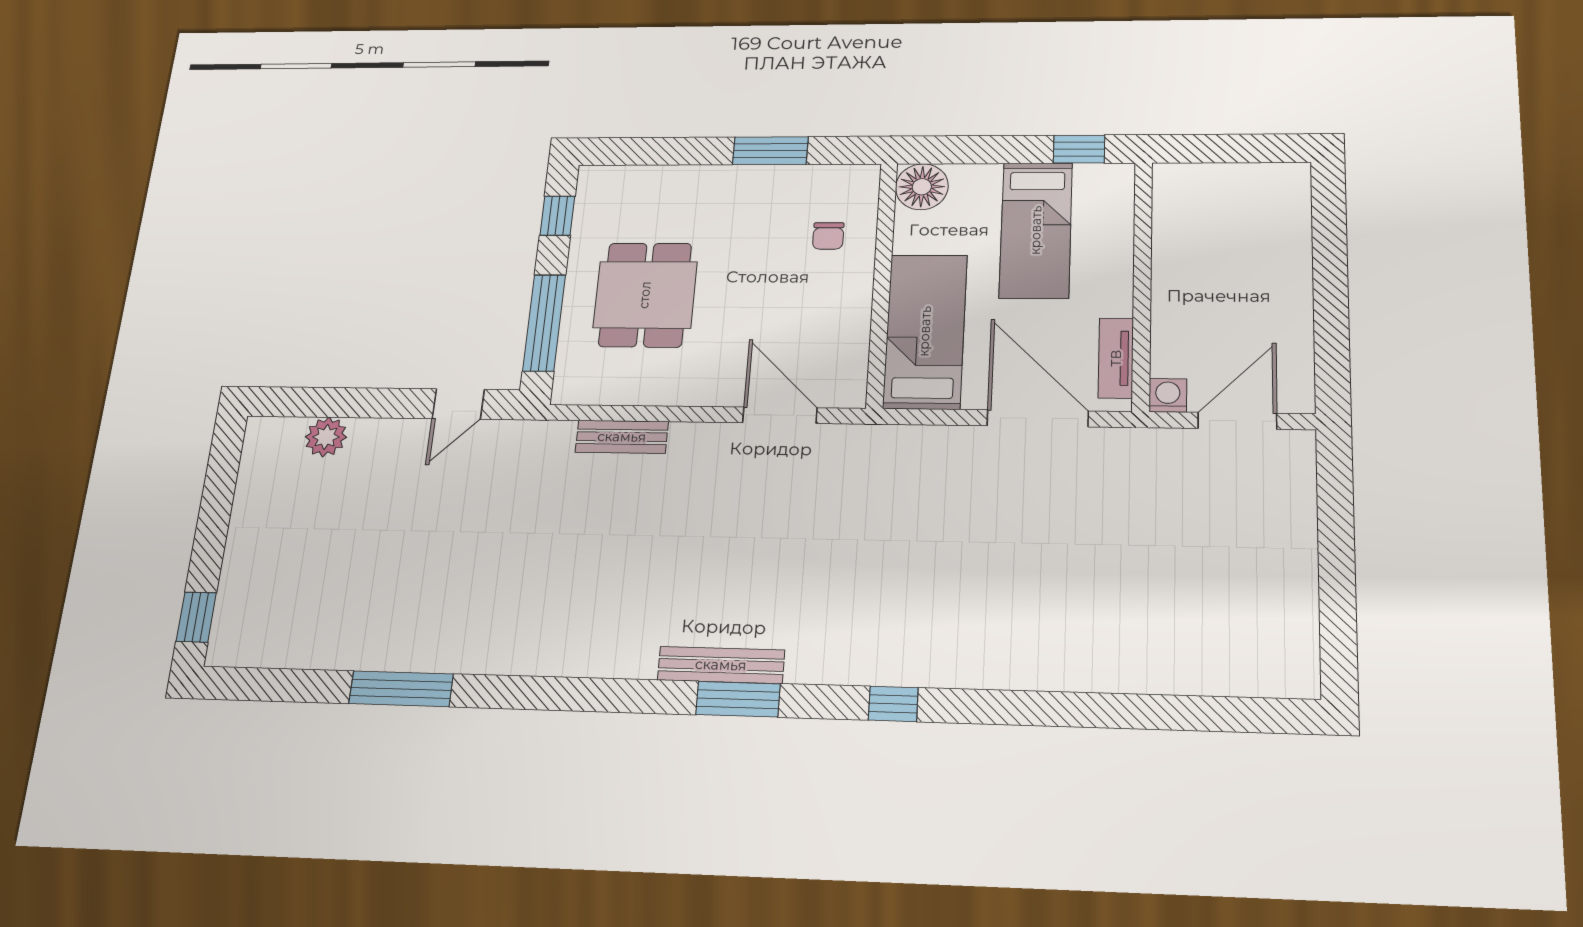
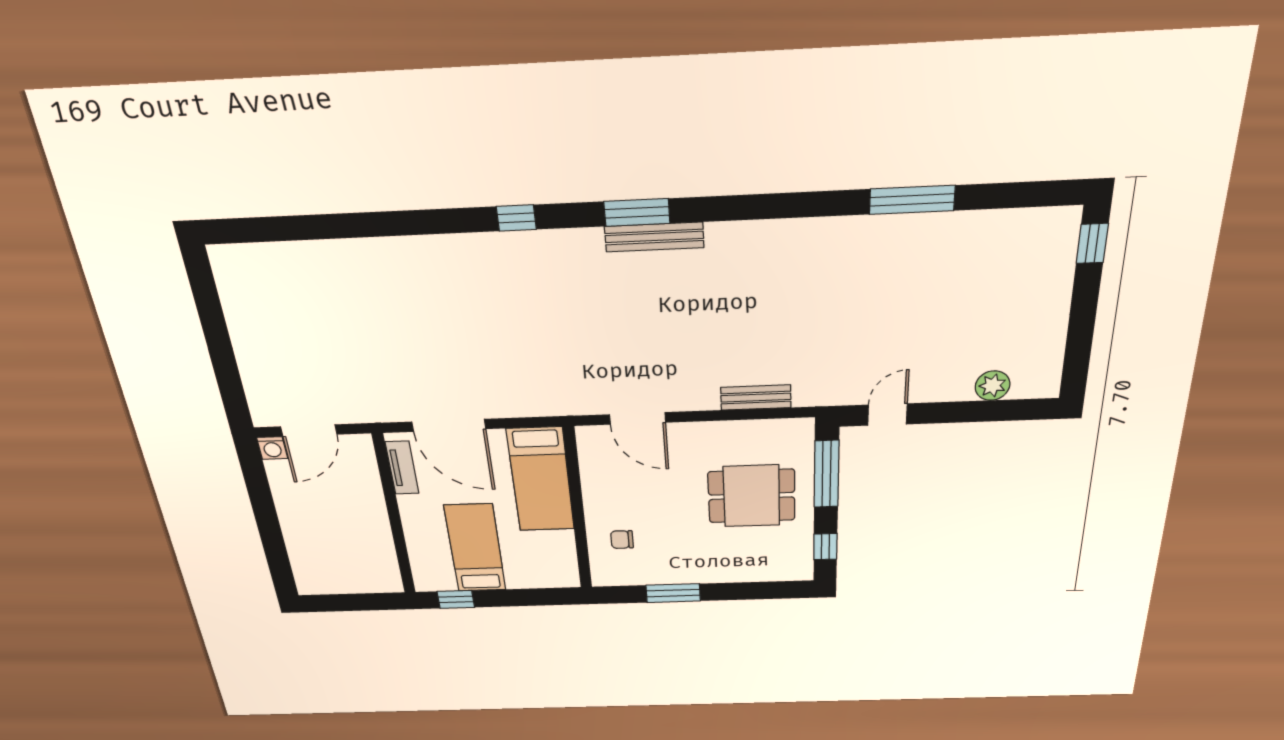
floor lamp: (922, 187) -> (561, 573), removed
chair: (828, 236) -> (622, 540), turned -90
dining table: (645, 295) -> (752, 496), turned 90
washing machine: (1168, 395) -> (272, 448), moved

